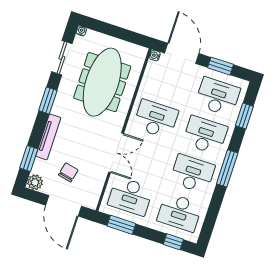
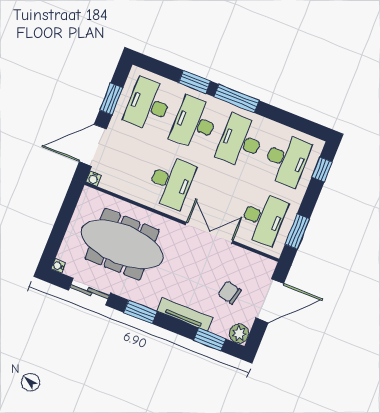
window: (244, 116) -> (195, 82), moved
desk: (156, 119) -> (171, 182), turned 180

